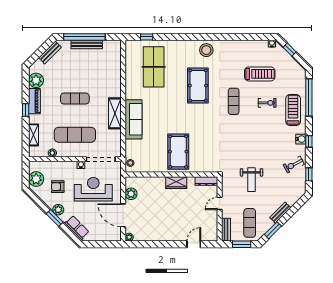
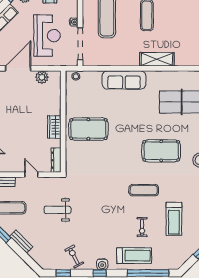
shelving: (115, 113) -> (157, 59), moved

